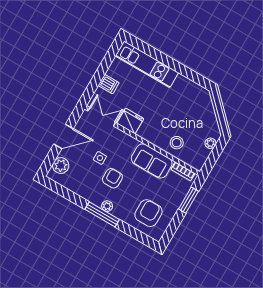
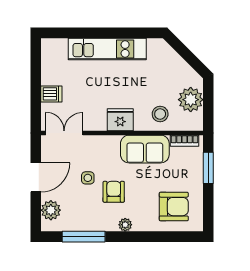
kitchen unit: (147, 64) -> (107, 49), moved
fridge: (130, 121) -> (120, 120), moved
plant: (210, 143) -> (191, 100), width x1.88, depth x1.88
armchair: (148, 213) -> (174, 207), turned 90
window: (102, 214) -> (84, 237), moved

